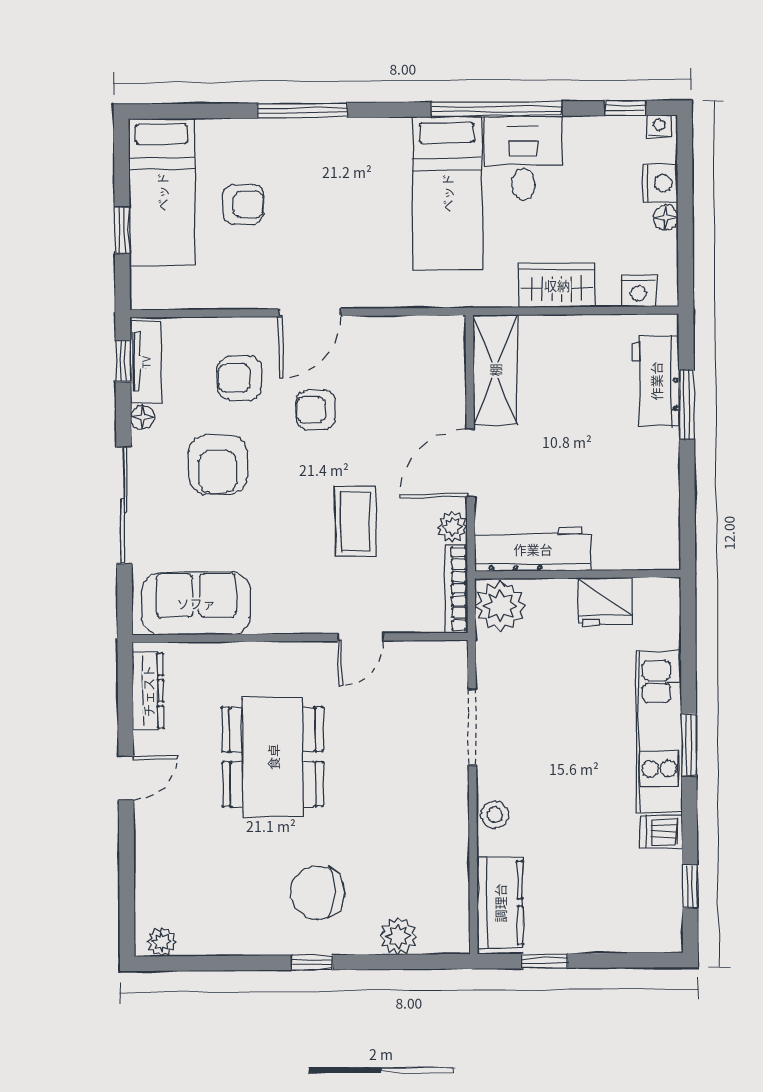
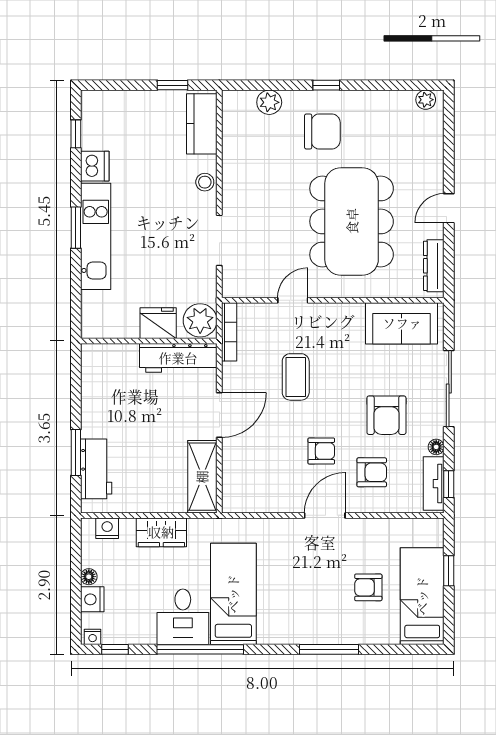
armchair: (218, 465) -> (386, 415), turned 180
plant: (452, 527) -> (232, 373), removed
fridge: (605, 601) -> (158, 323), moved
dining table: (273, 757) -> (352, 221), width x1.36, depth x1.24
dishwasher: (661, 832) -> (95, 166), width x1.38

